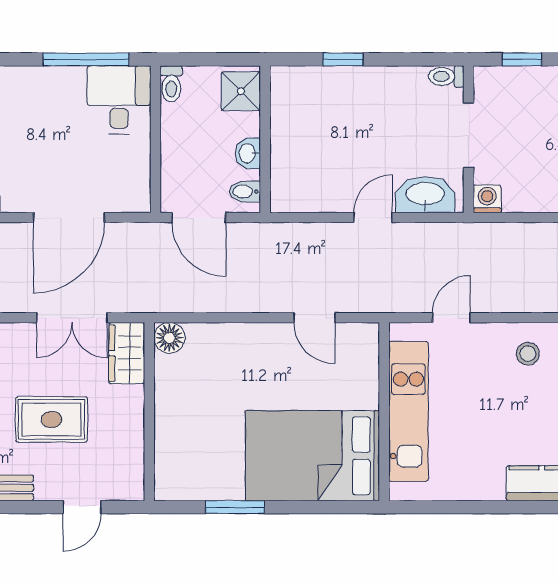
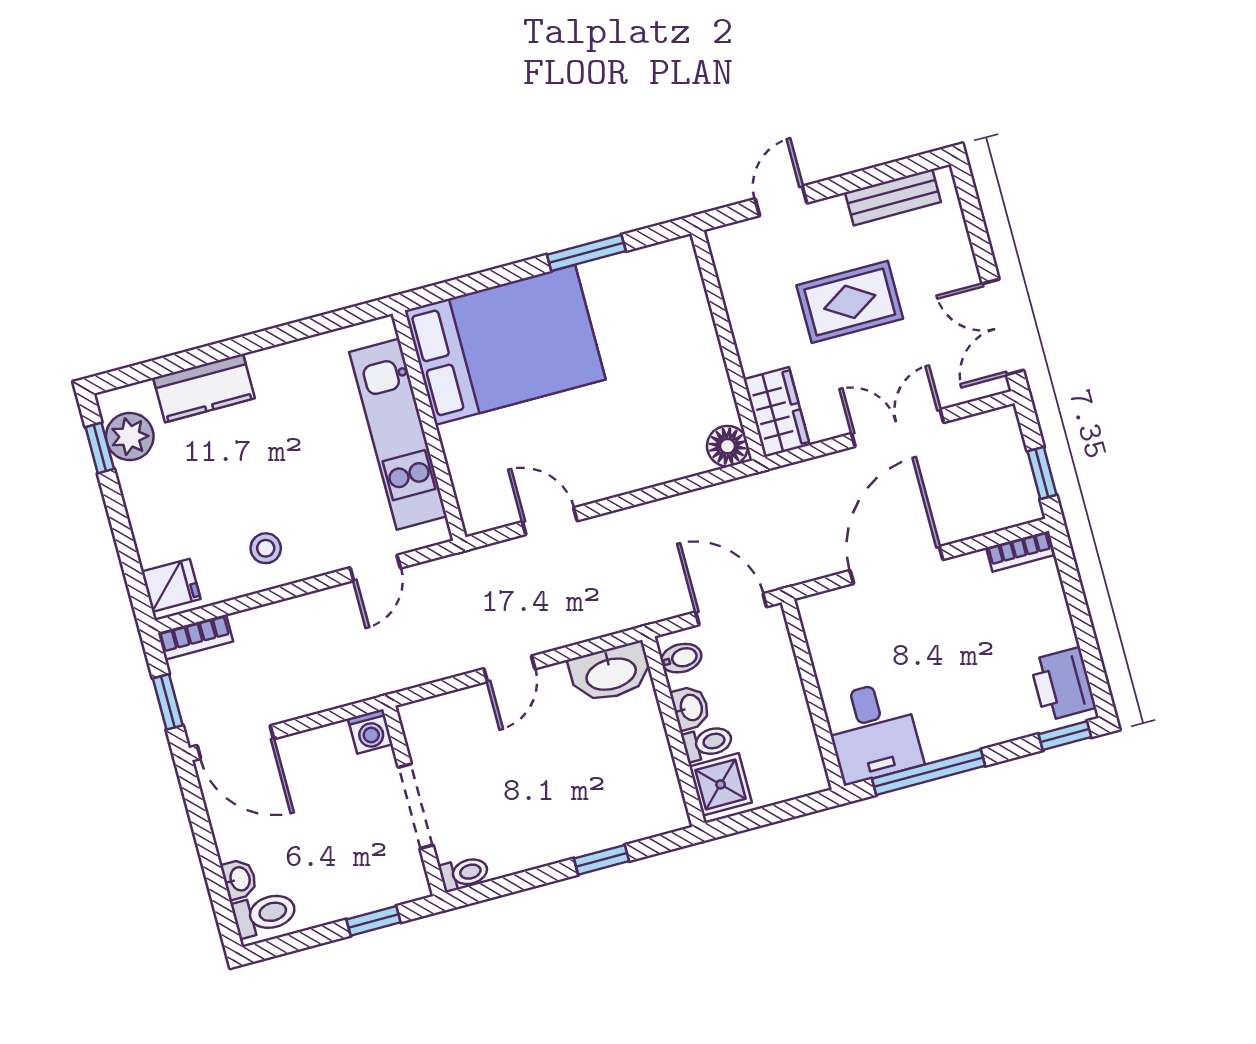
toilet: (171, 84) -> (708, 743), moved, turned 90
washbasin: (425, 195) -> (611, 673), moved
double door: (72, 318) -> (898, 428), moved

